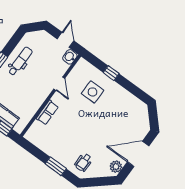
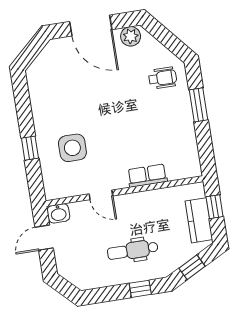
dental chair: (20, 61) -> (133, 250), moved
door: (59, 84) -> (101, 195), swing flipped

